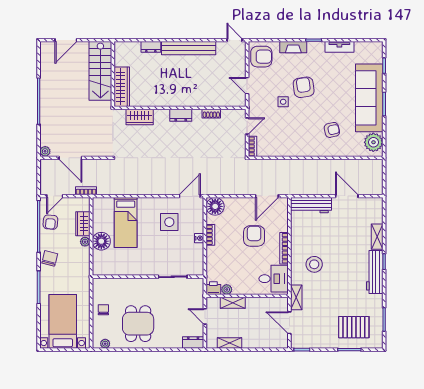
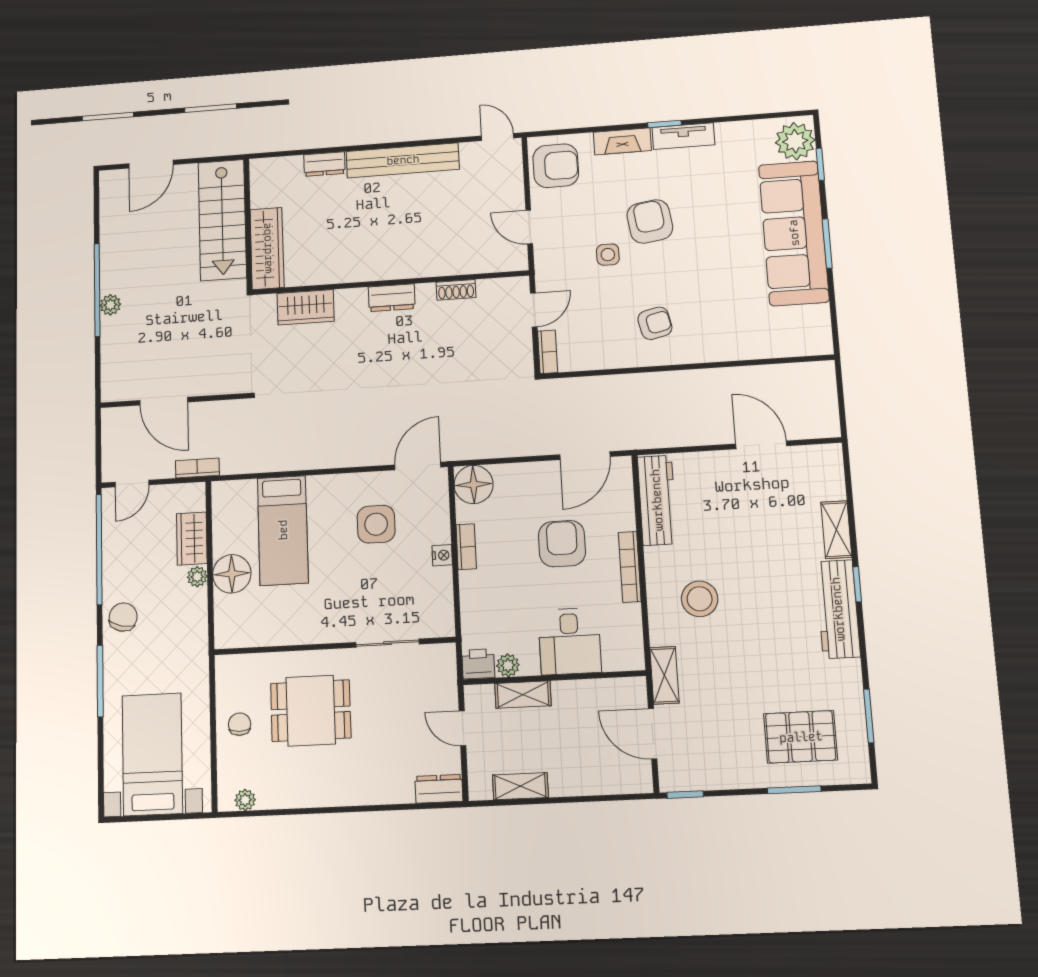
tv unit: (339, 47) -> (683, 136), moved
armchair: (332, 130) -> (655, 323), moved
plant: (373, 142) -> (795, 141), moved
plant: (45, 151) -> (110, 305), moved
workbench: (311, 205) -> (657, 500), moved, turned -90
armchair: (50, 222) -> (124, 539), removed
desk: (274, 279) -> (570, 641), moved, turned 90
dining table: (138, 324) -> (311, 711), moved, turned 90

